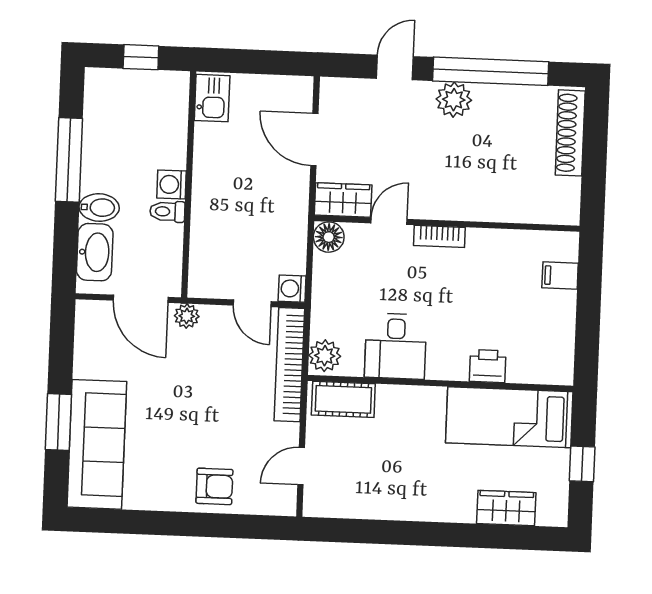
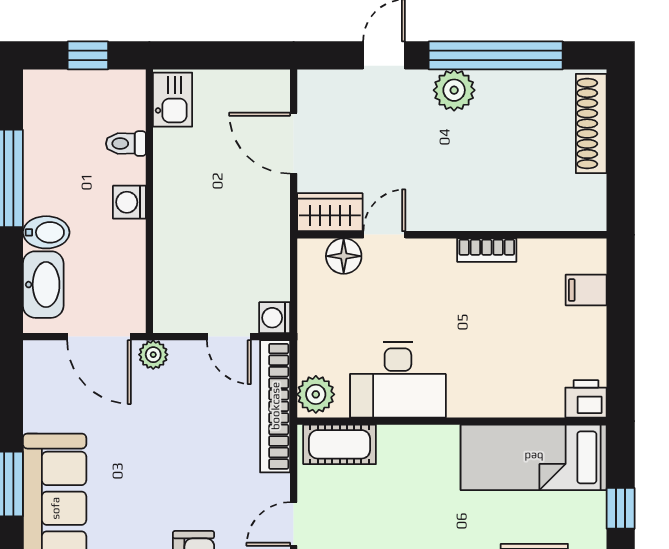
toilet: (167, 212) -> (126, 144), moved
bookcase: (439, 236) -> (487, 250), moved
floor lamp: (329, 237) -> (344, 256), moved
desk: (396, 346) -> (398, 380), width x1.37
printer: (488, 366) -> (586, 399), moved

